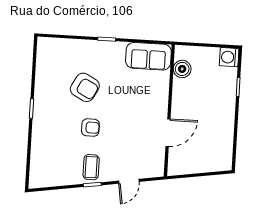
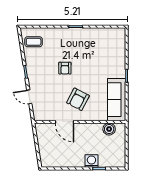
sofa: (148, 56) -> (117, 100), width x1.36
washing machine: (229, 57) -> (91, 161), moved
armchair: (85, 87) -> (78, 99), moved
coffee table: (91, 167) -> (34, 42), moved

